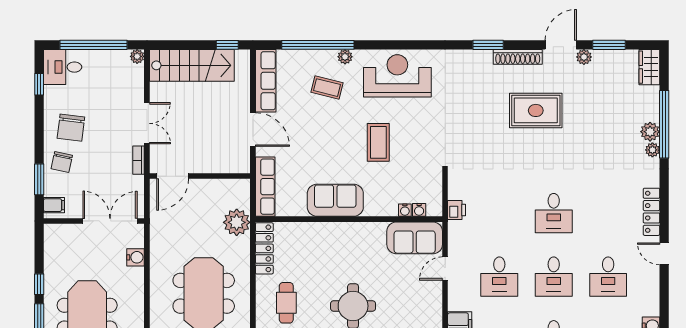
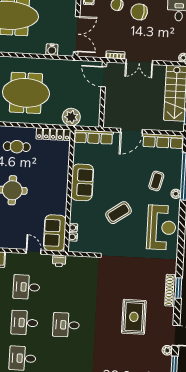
shoe rack: (518, 57) -> (170, 290), moved
coffee table: (378, 142) -> (119, 213), turned -35
printer: (457, 210) -> (59, 261), moved

